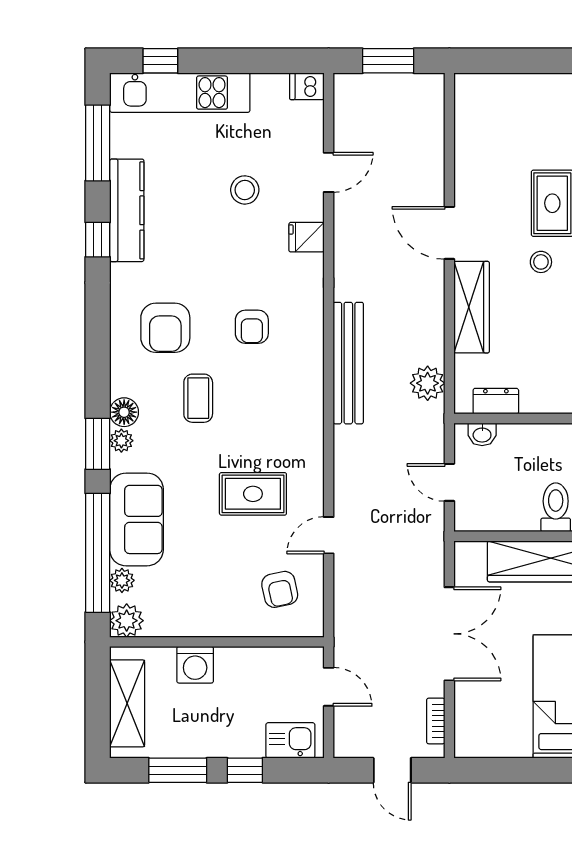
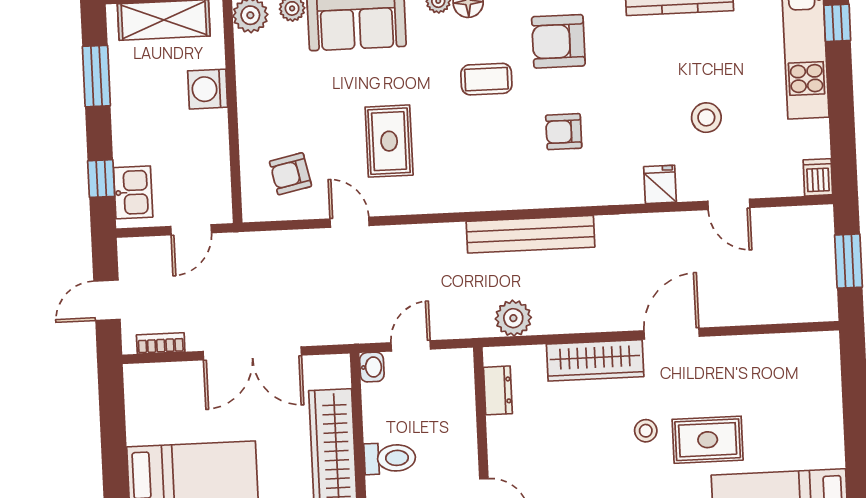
washbasin: (482, 434) -> (372, 367), moved, turned 180
window: (245, 770) -> (101, 179), moved

